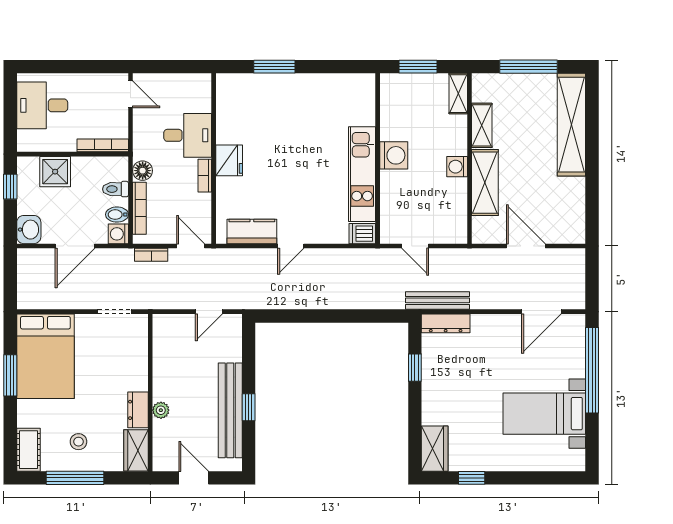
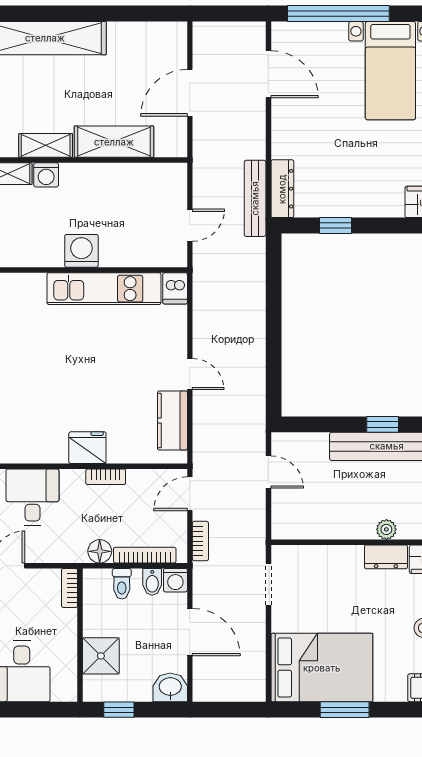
desk: (188, 135) -> (32, 497), moved
bookcase: (103, 145) -> (70, 588), width x0.64
washing machine: (457, 167) -> (46, 175), moved

